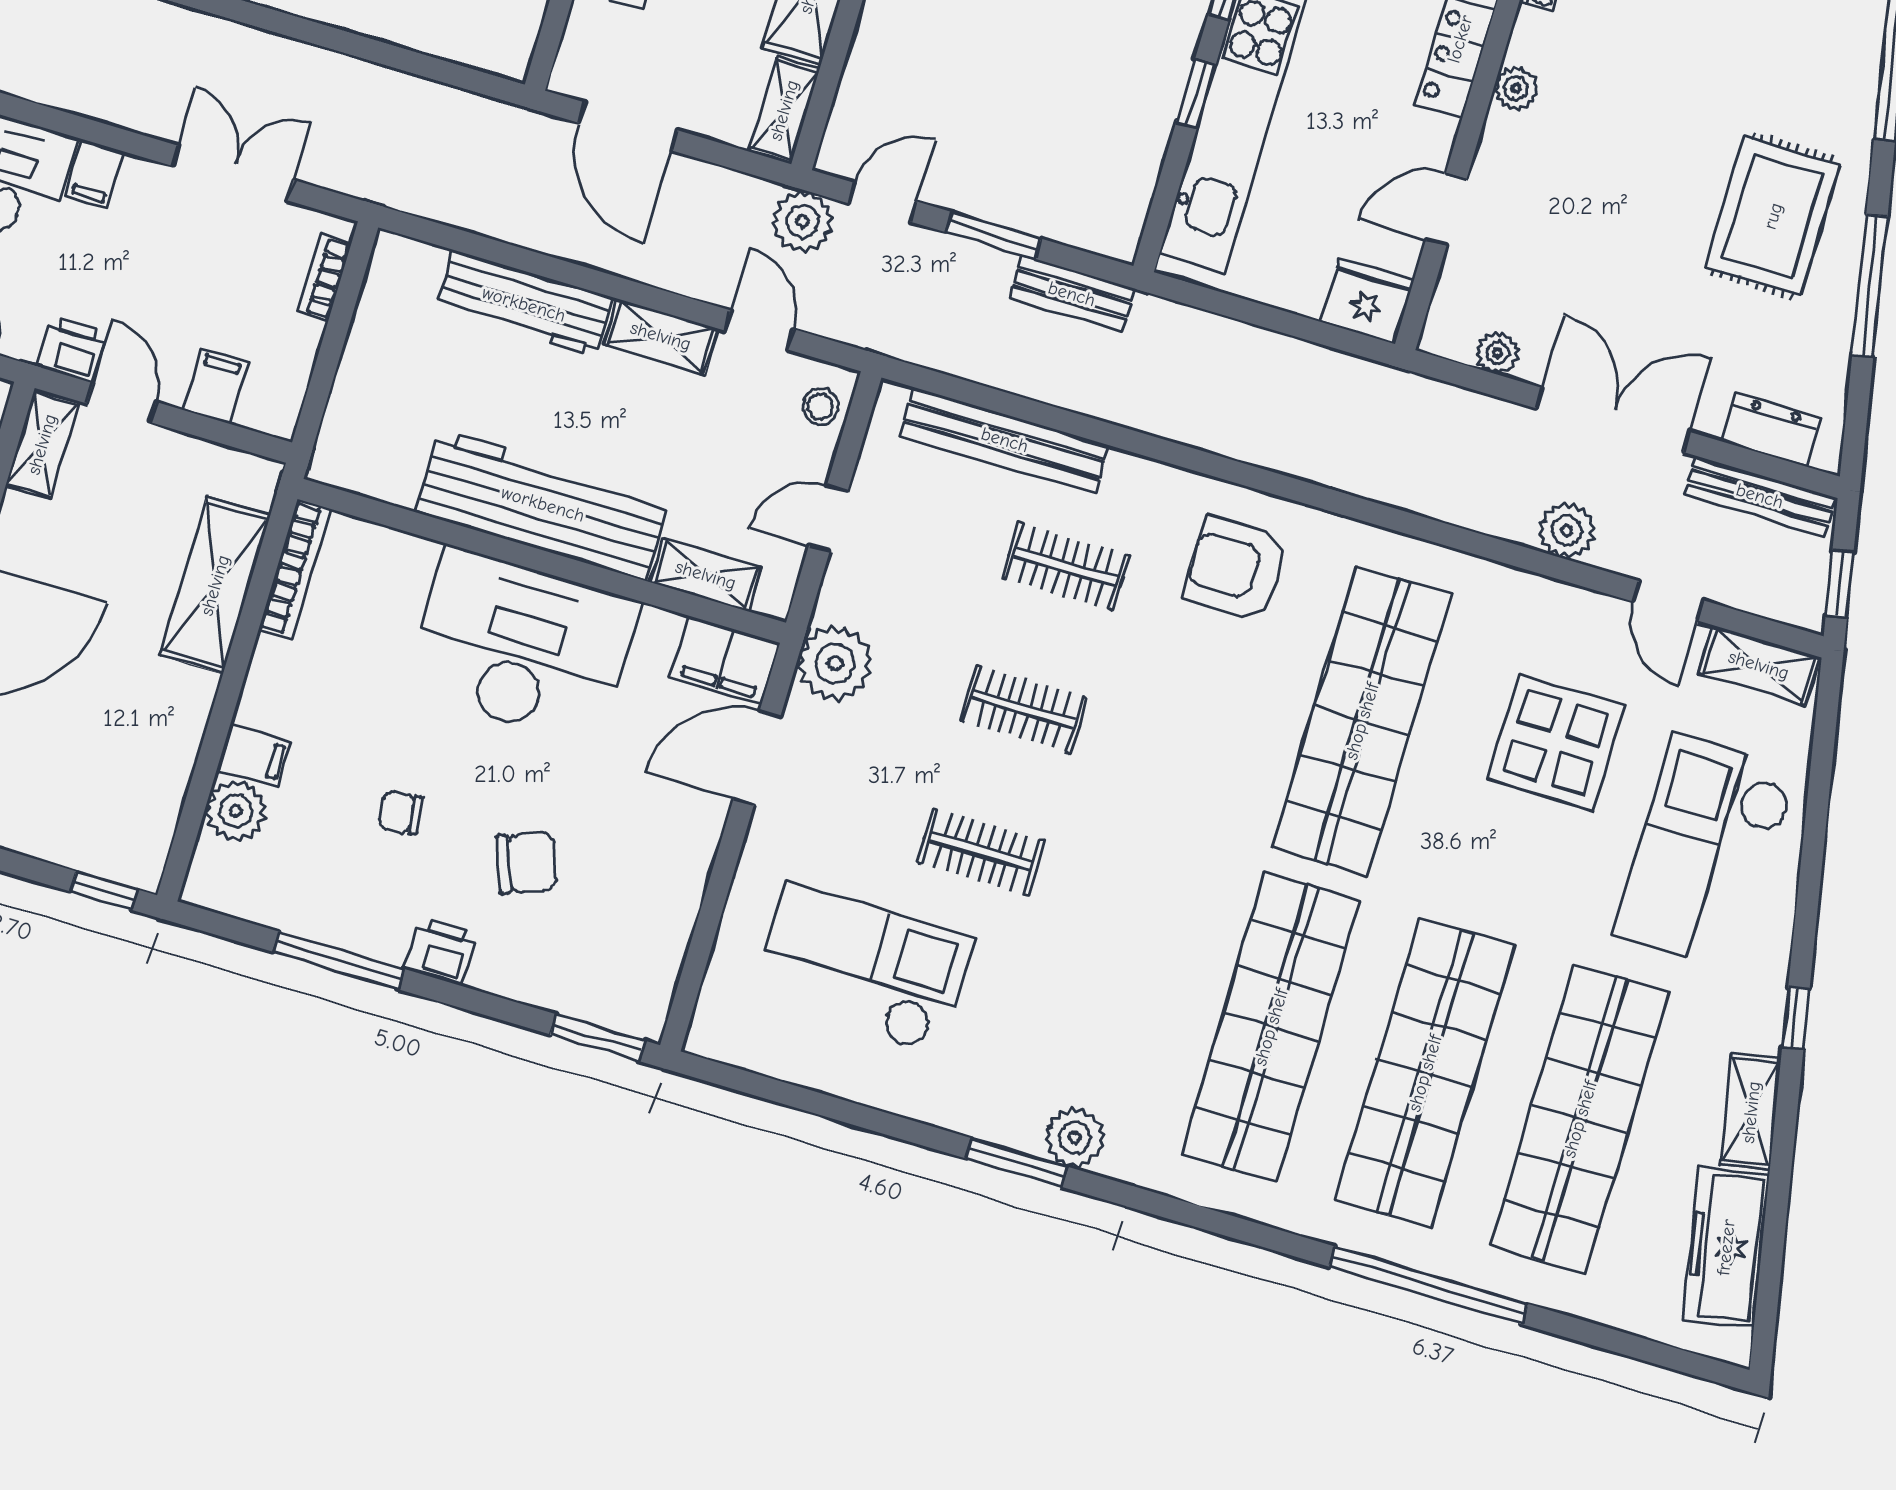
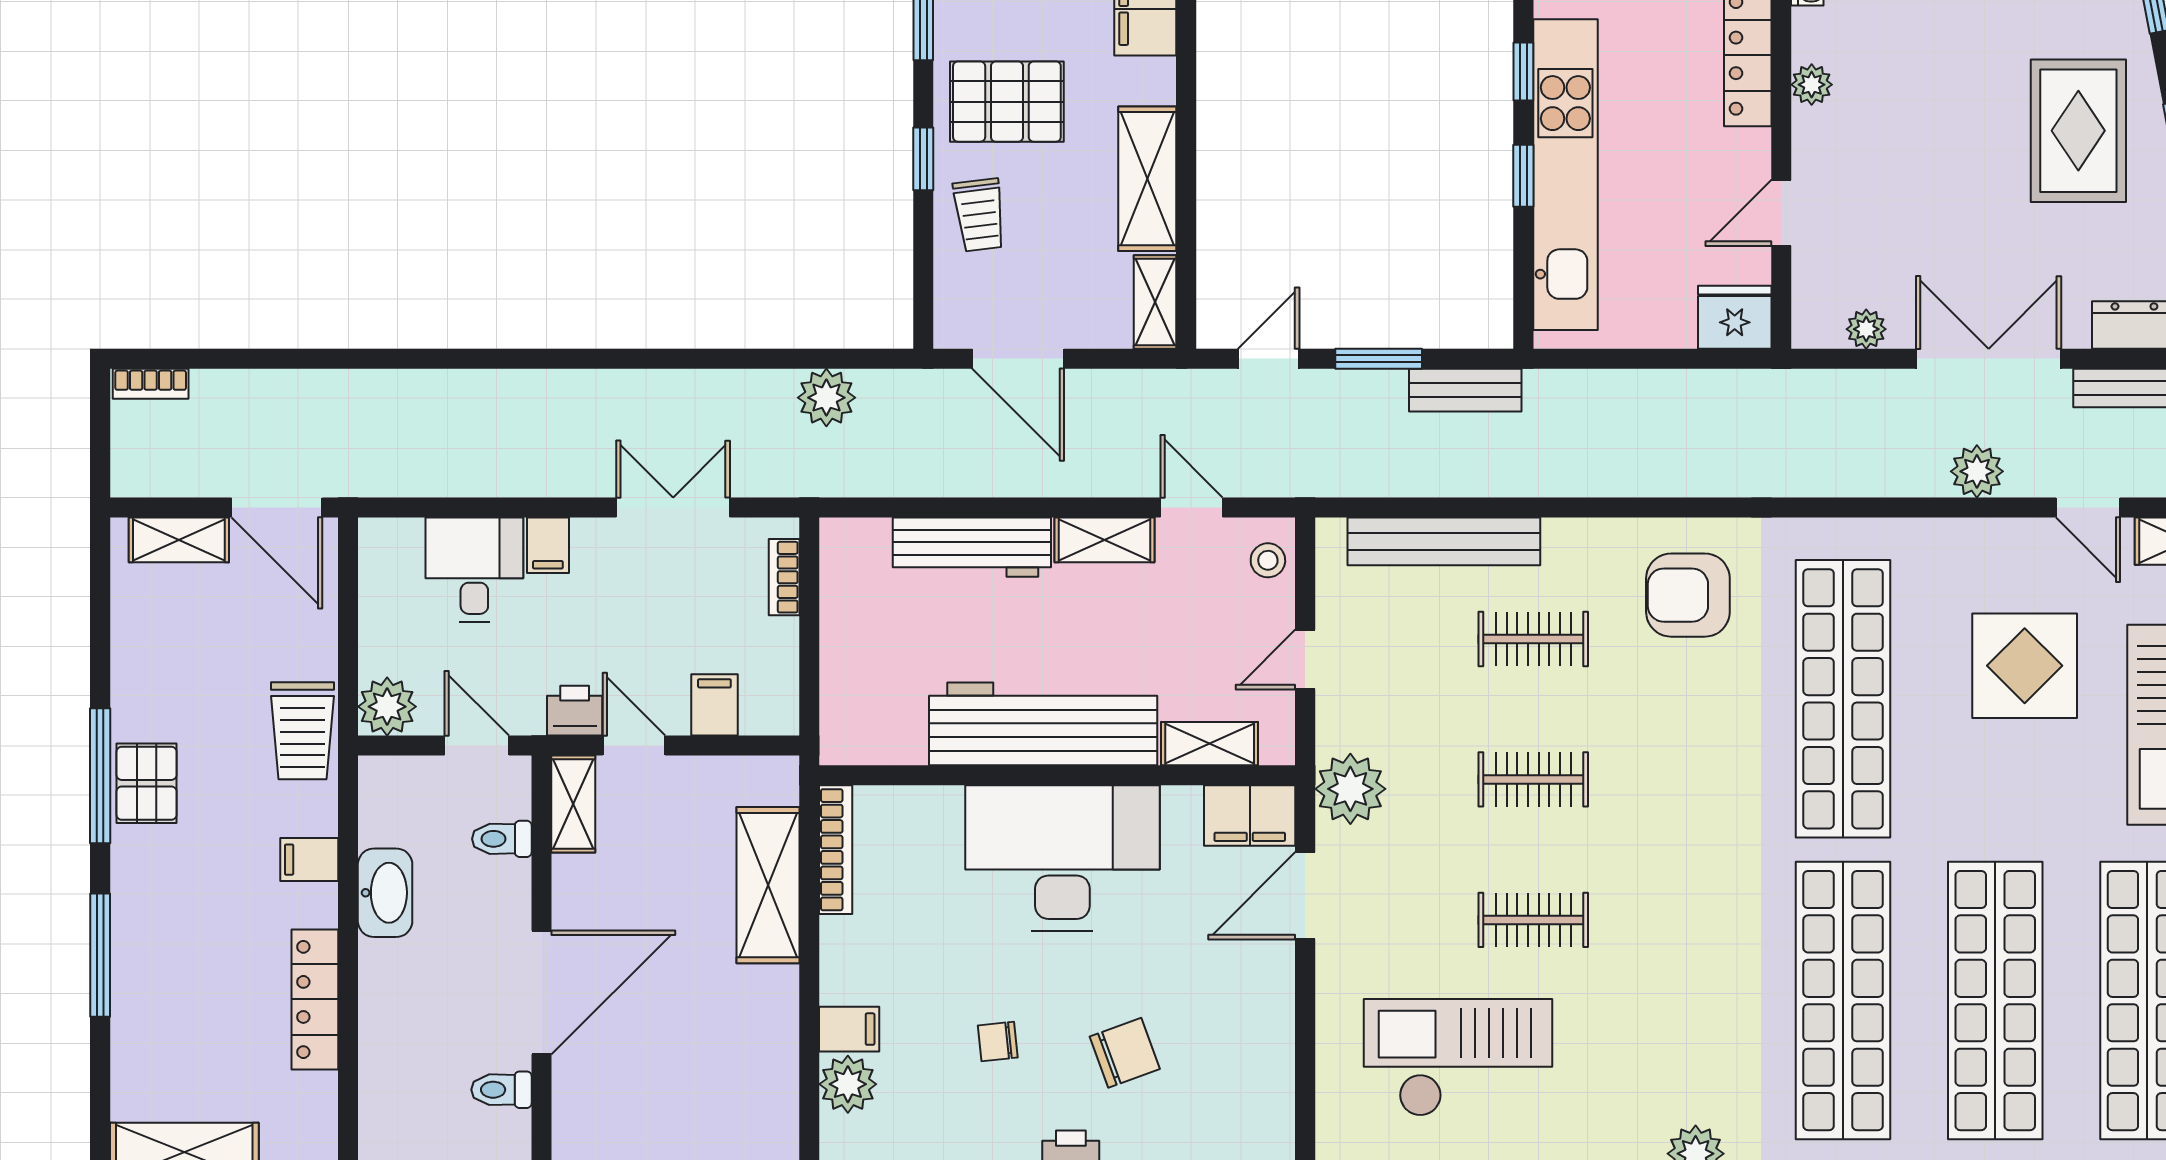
plant: (802, 221) -> (826, 398), moved

